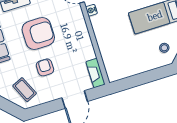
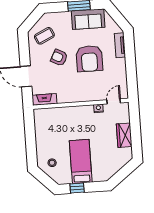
armchair: (45, 67) -> (59, 58), turned -152

